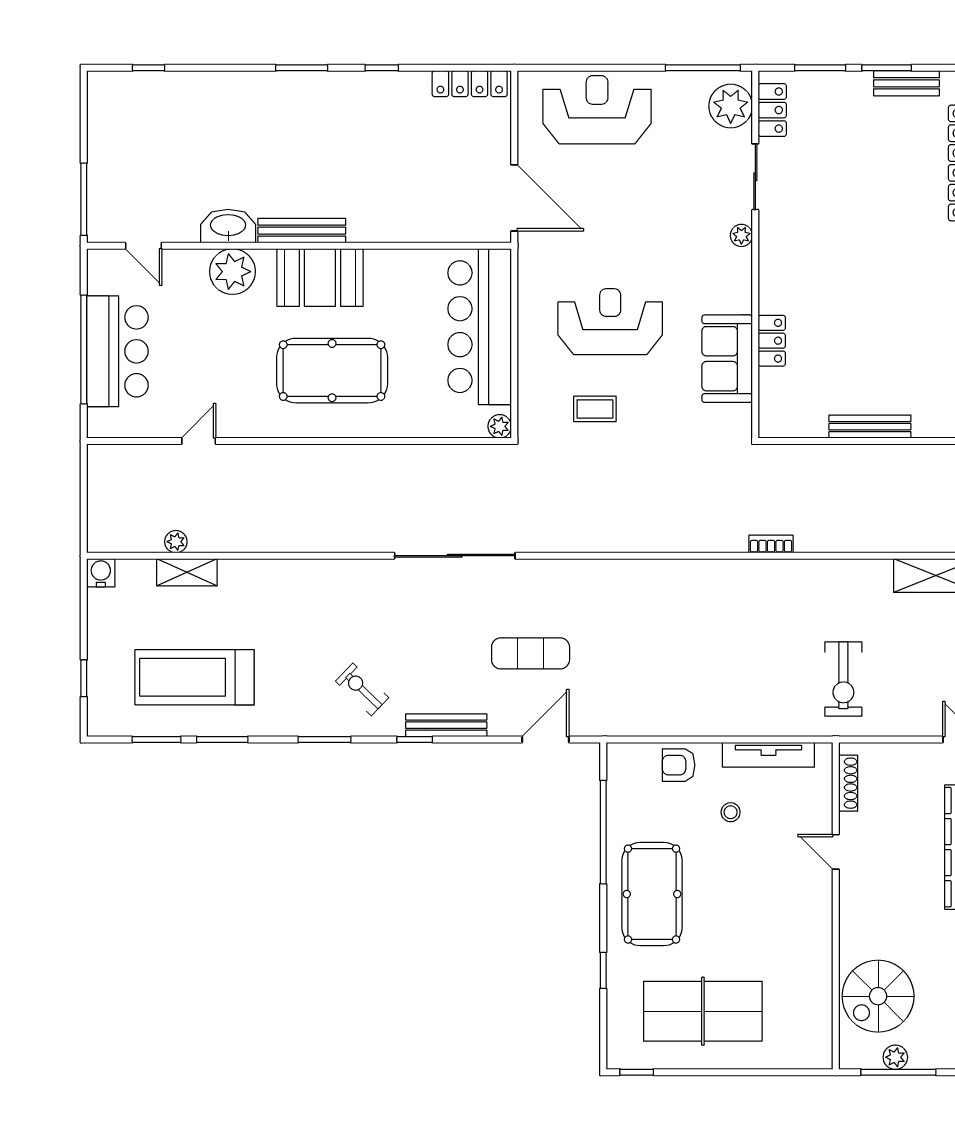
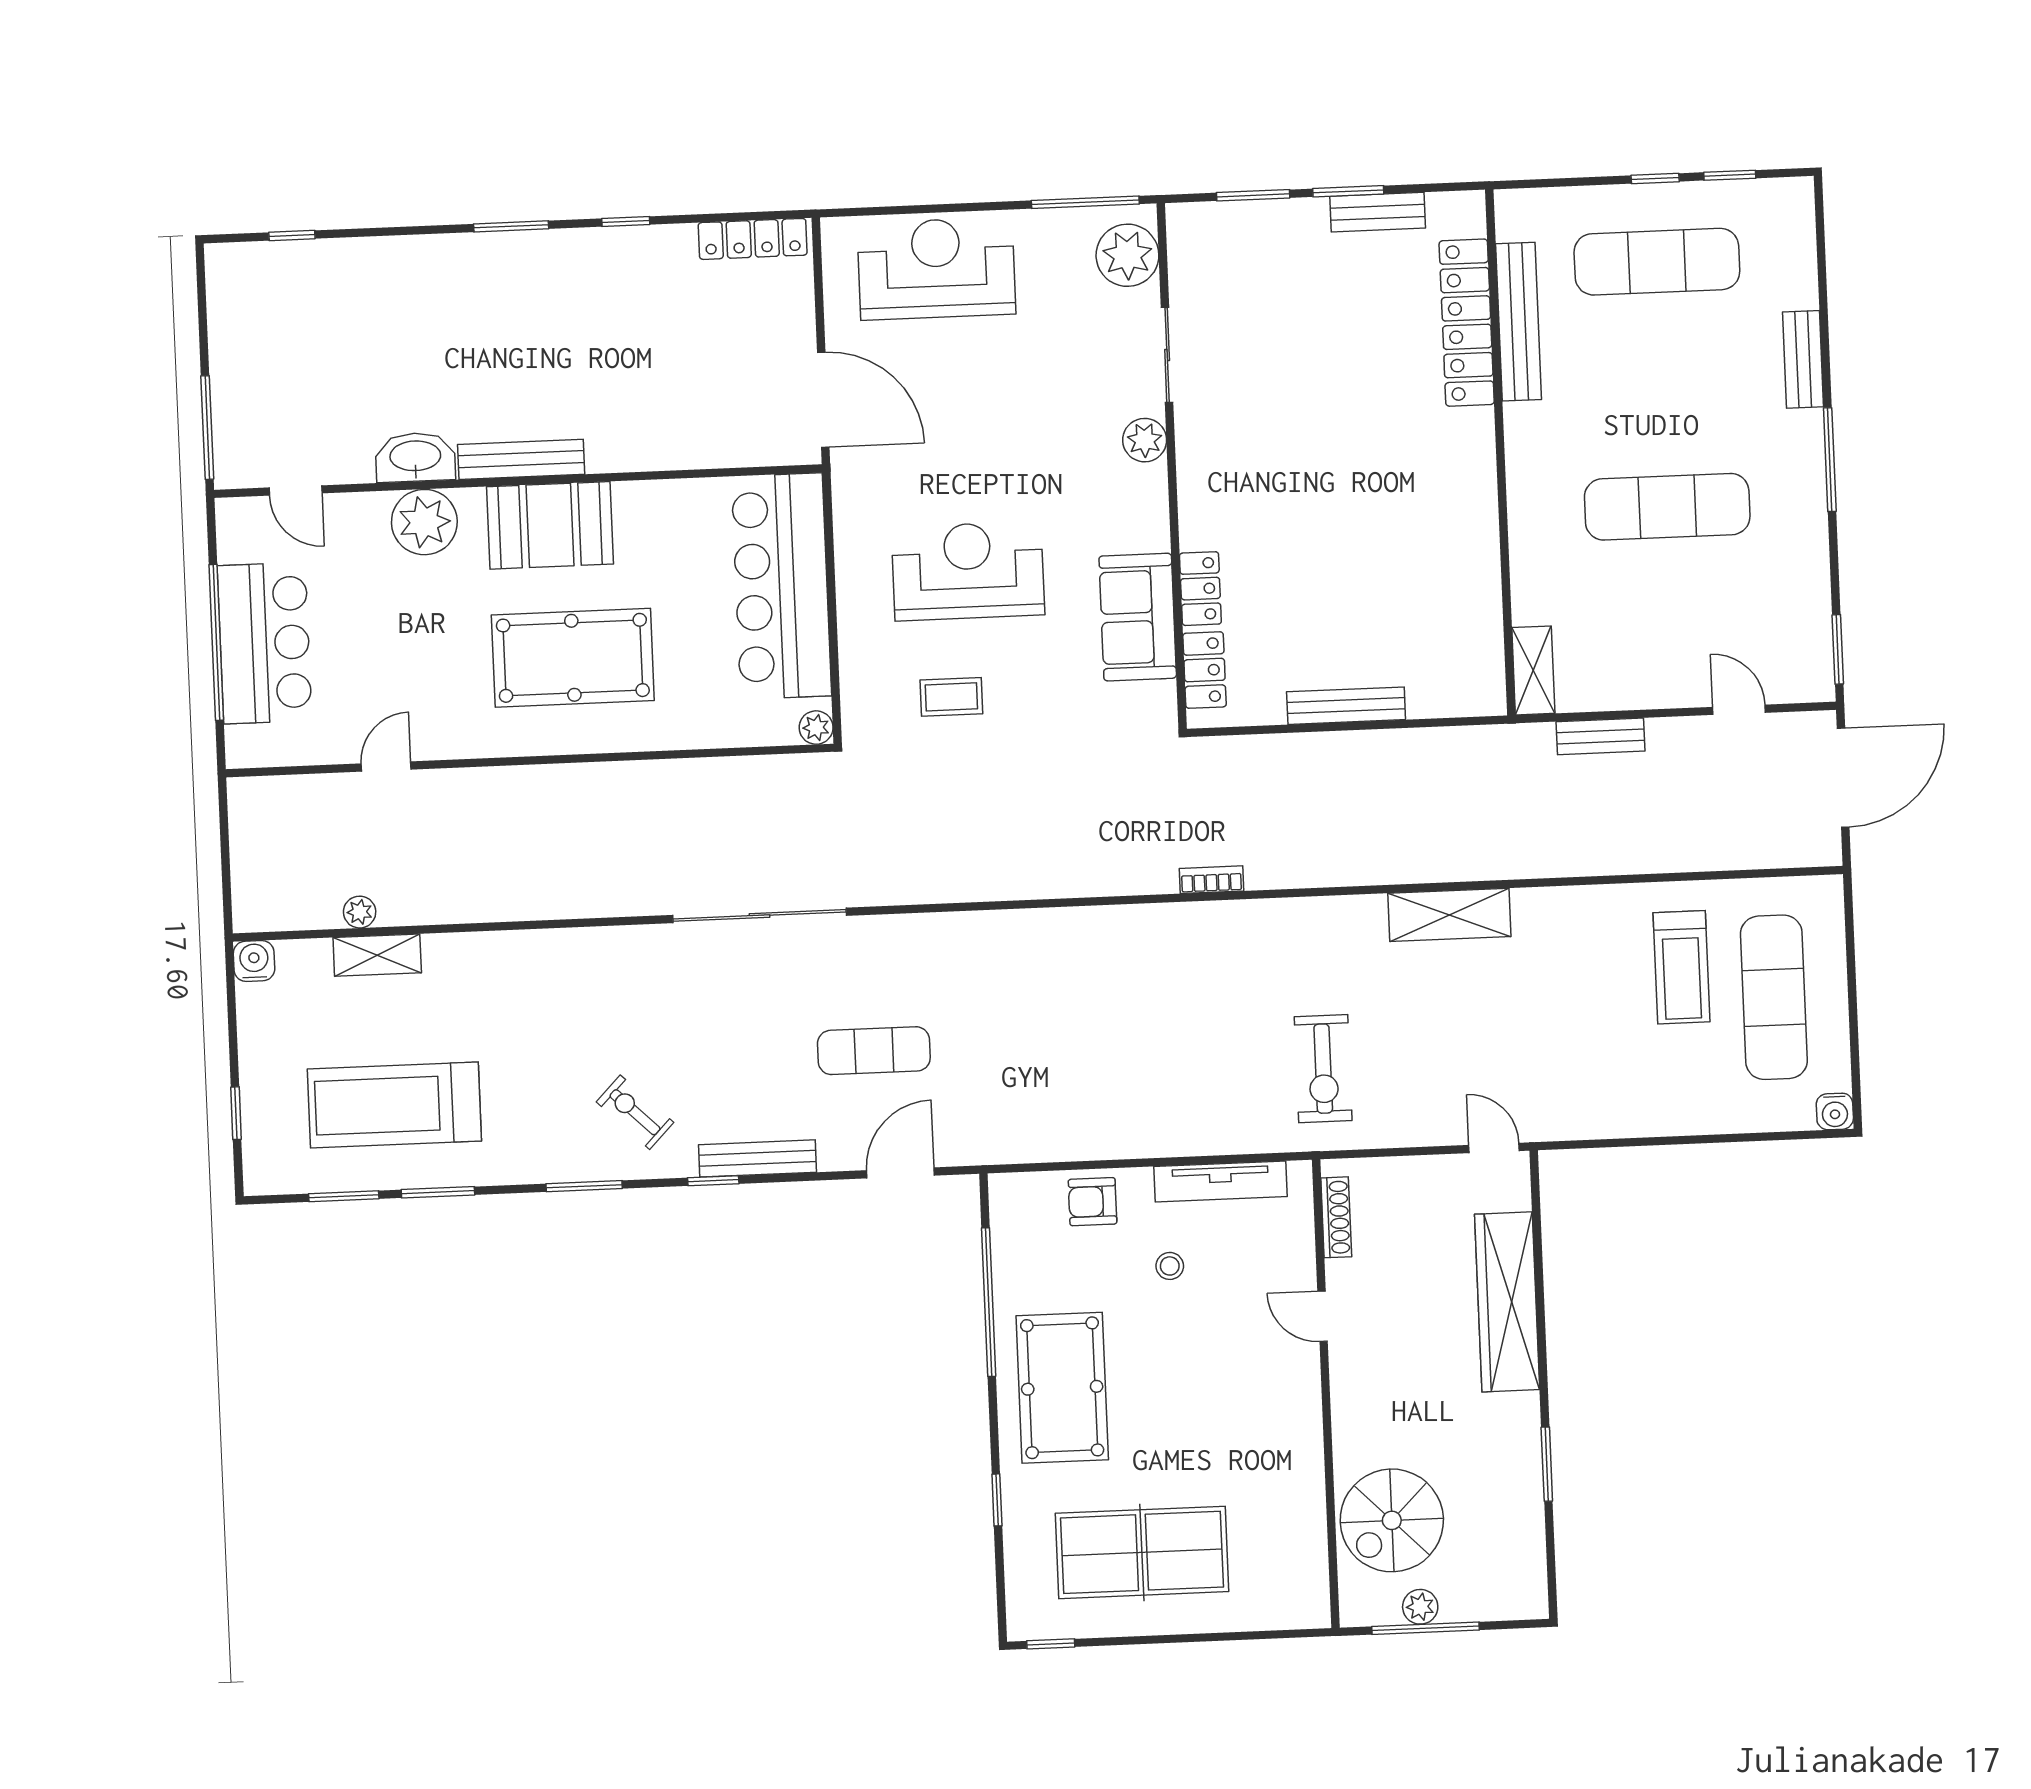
locker: (772, 110) -> (1205, 670), moved
plant: (741, 235) -> (1145, 440), width x1.38, depth x1.38

